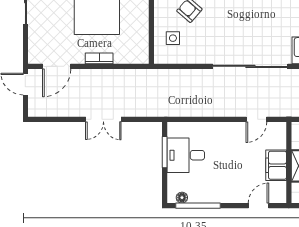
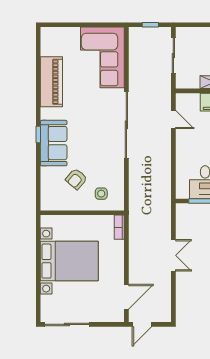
bookcase: (99, 58) -> (119, 227), moved
door: (57, 66) -> (126, 297), hinge flipped

